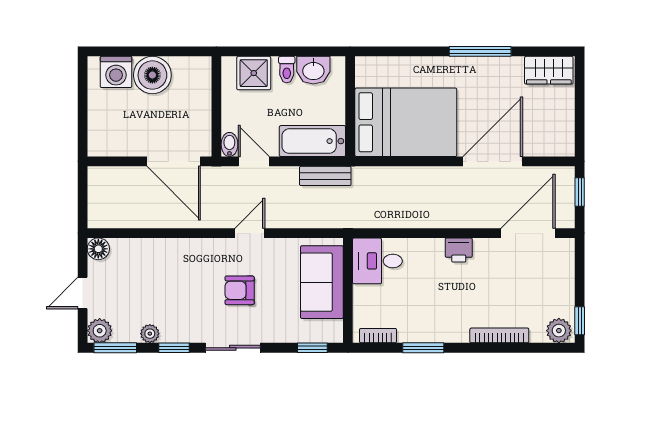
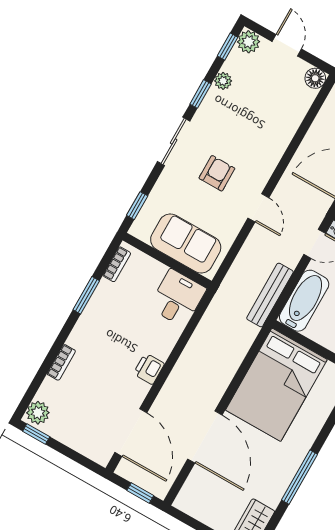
bench: (325, 176) -> (270, 295), width x1.36
bookcase: (499, 335) -> (61, 362), width x0.64
window: (115, 348) -> (228, 47), width x0.67

